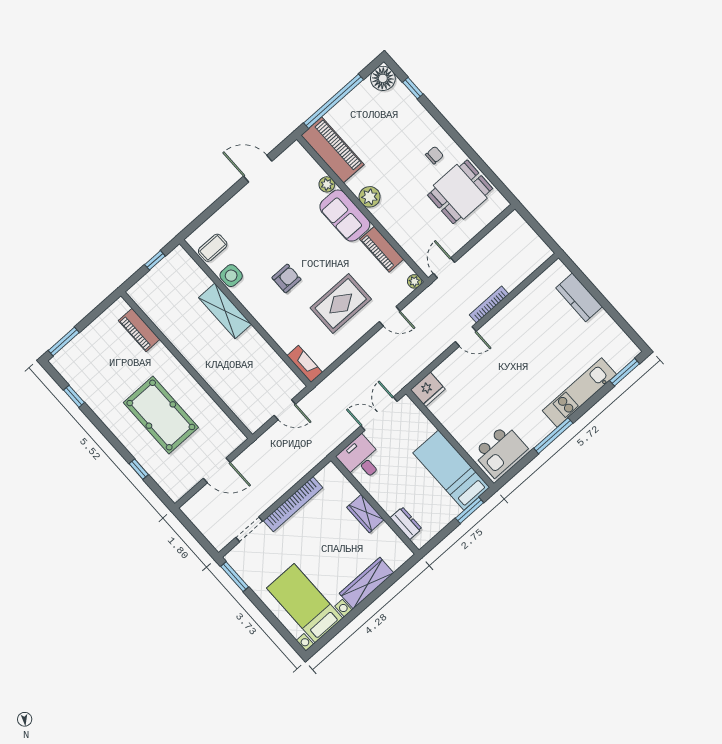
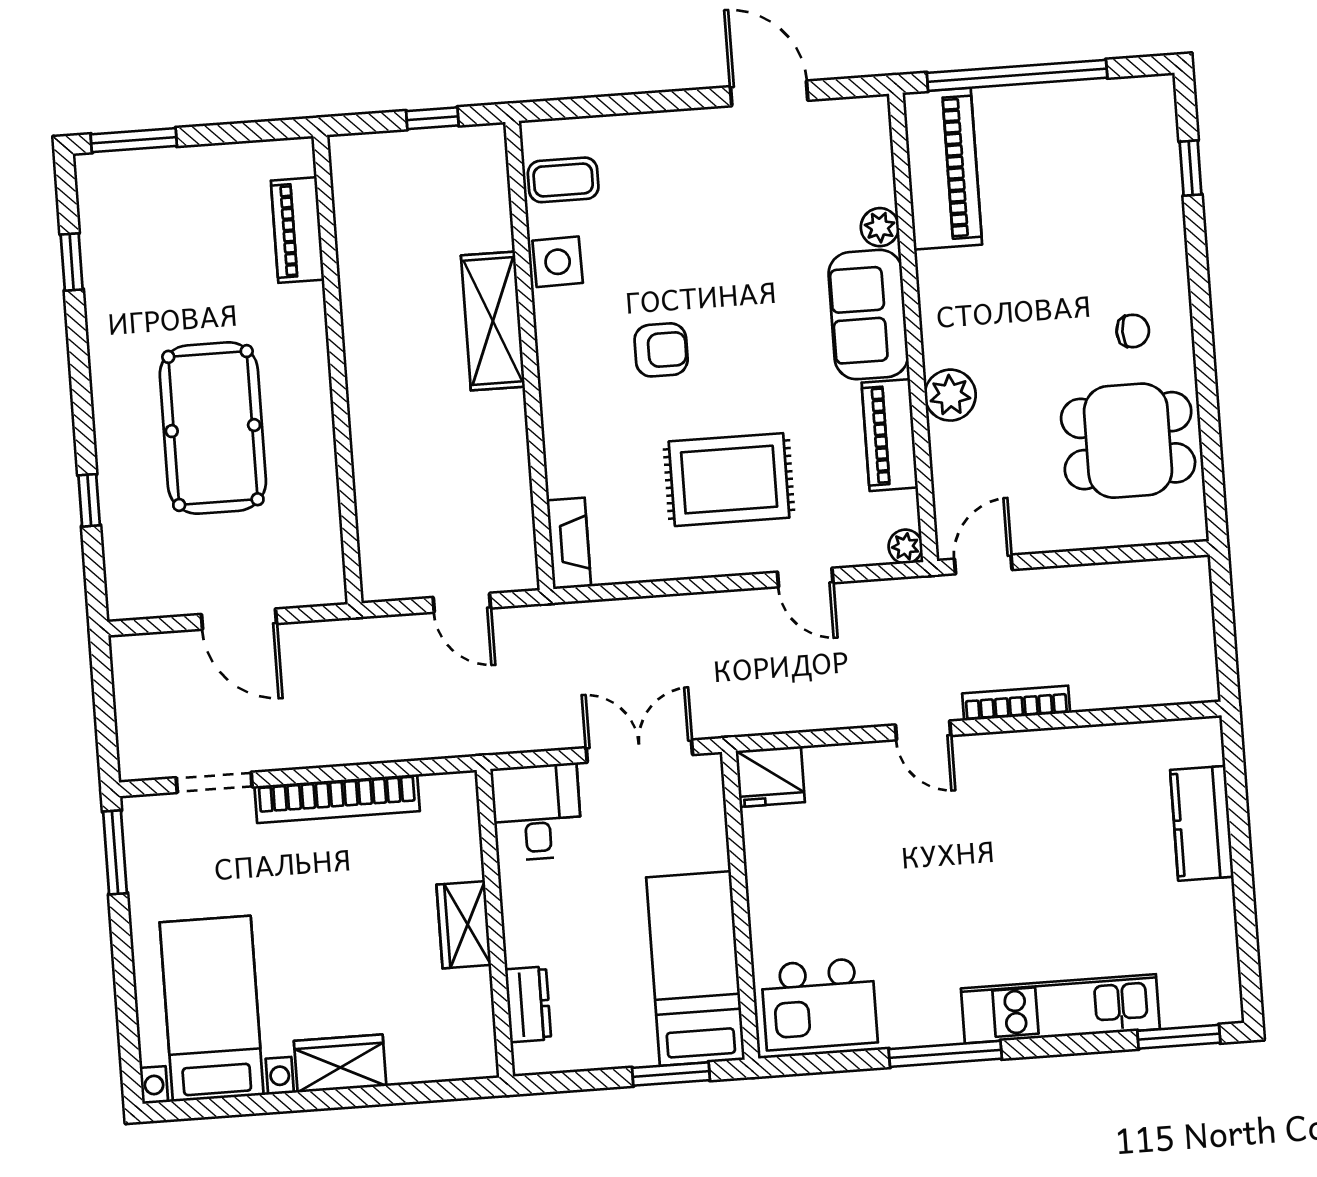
floor lamp: (383, 78) -> (1147, 105), removed
plant: (370, 197) -> (950, 395), moved
wardrobe: (367, 583) -> (340, 1063), width x0.67

